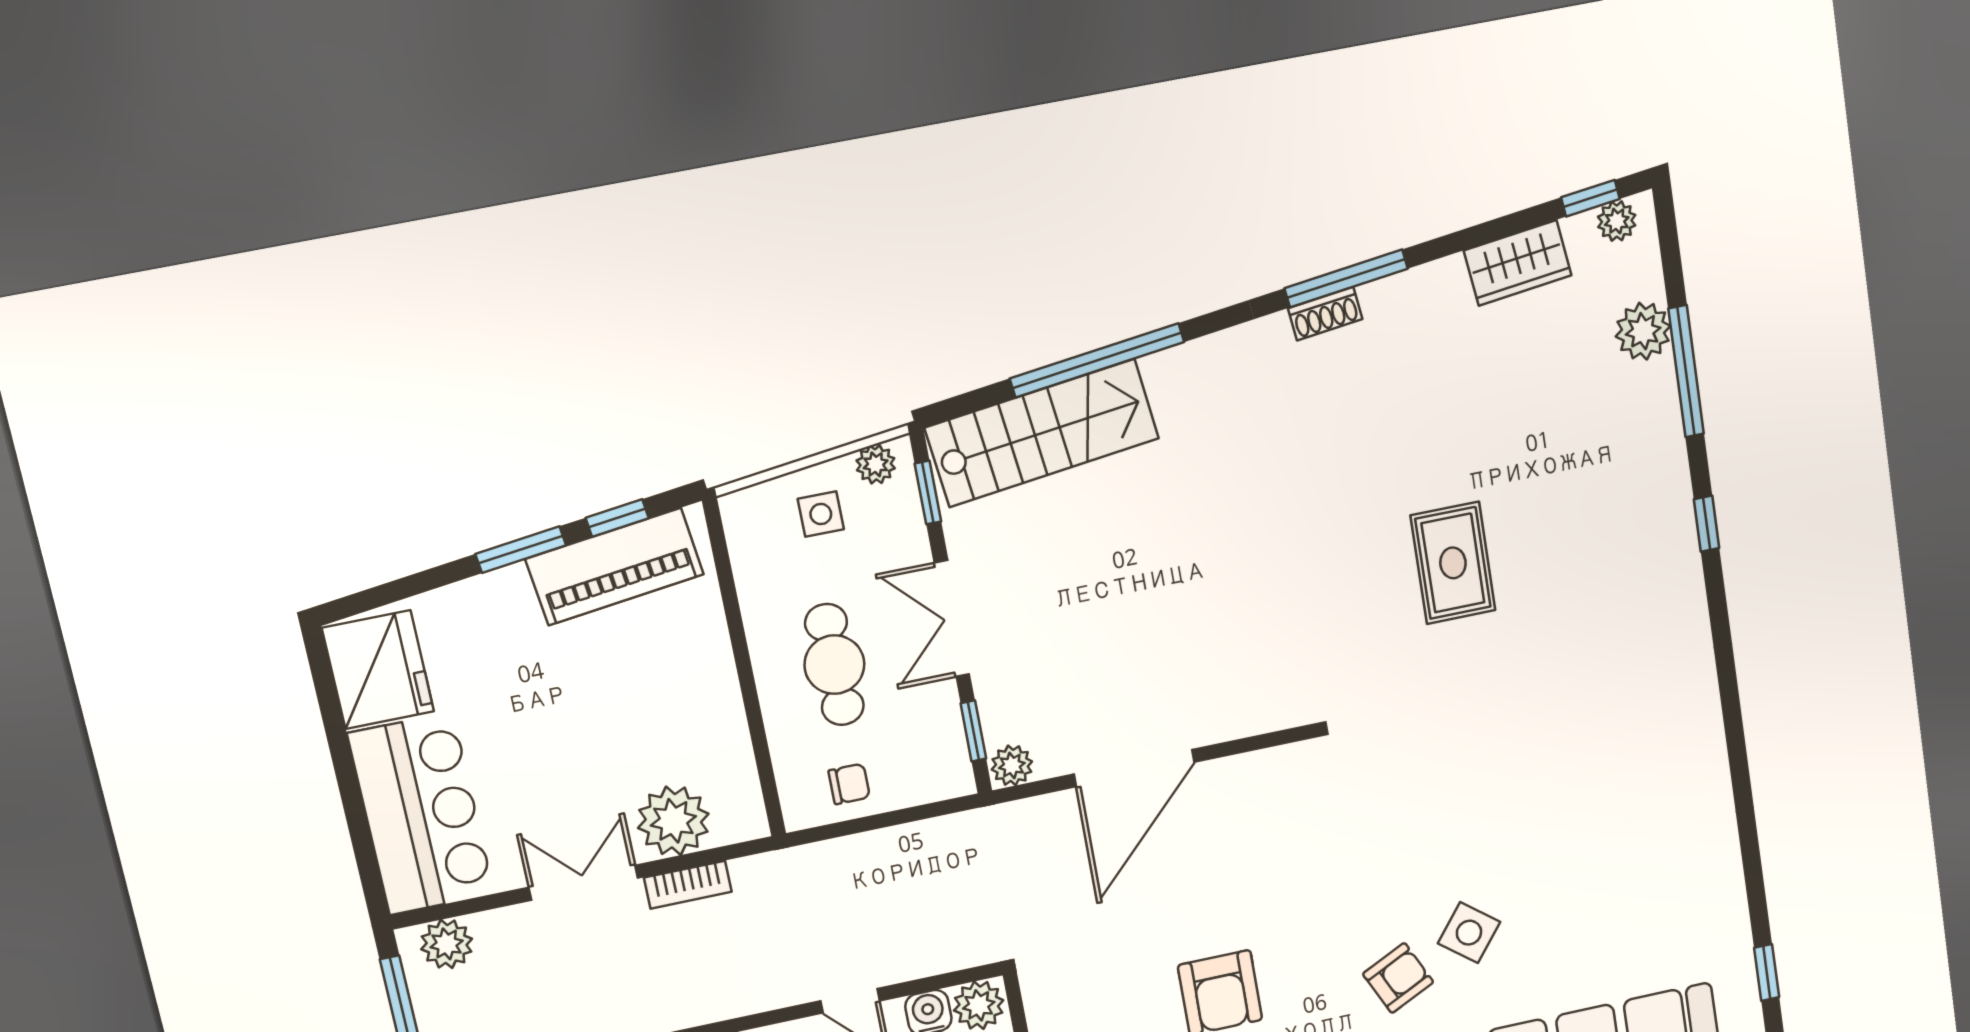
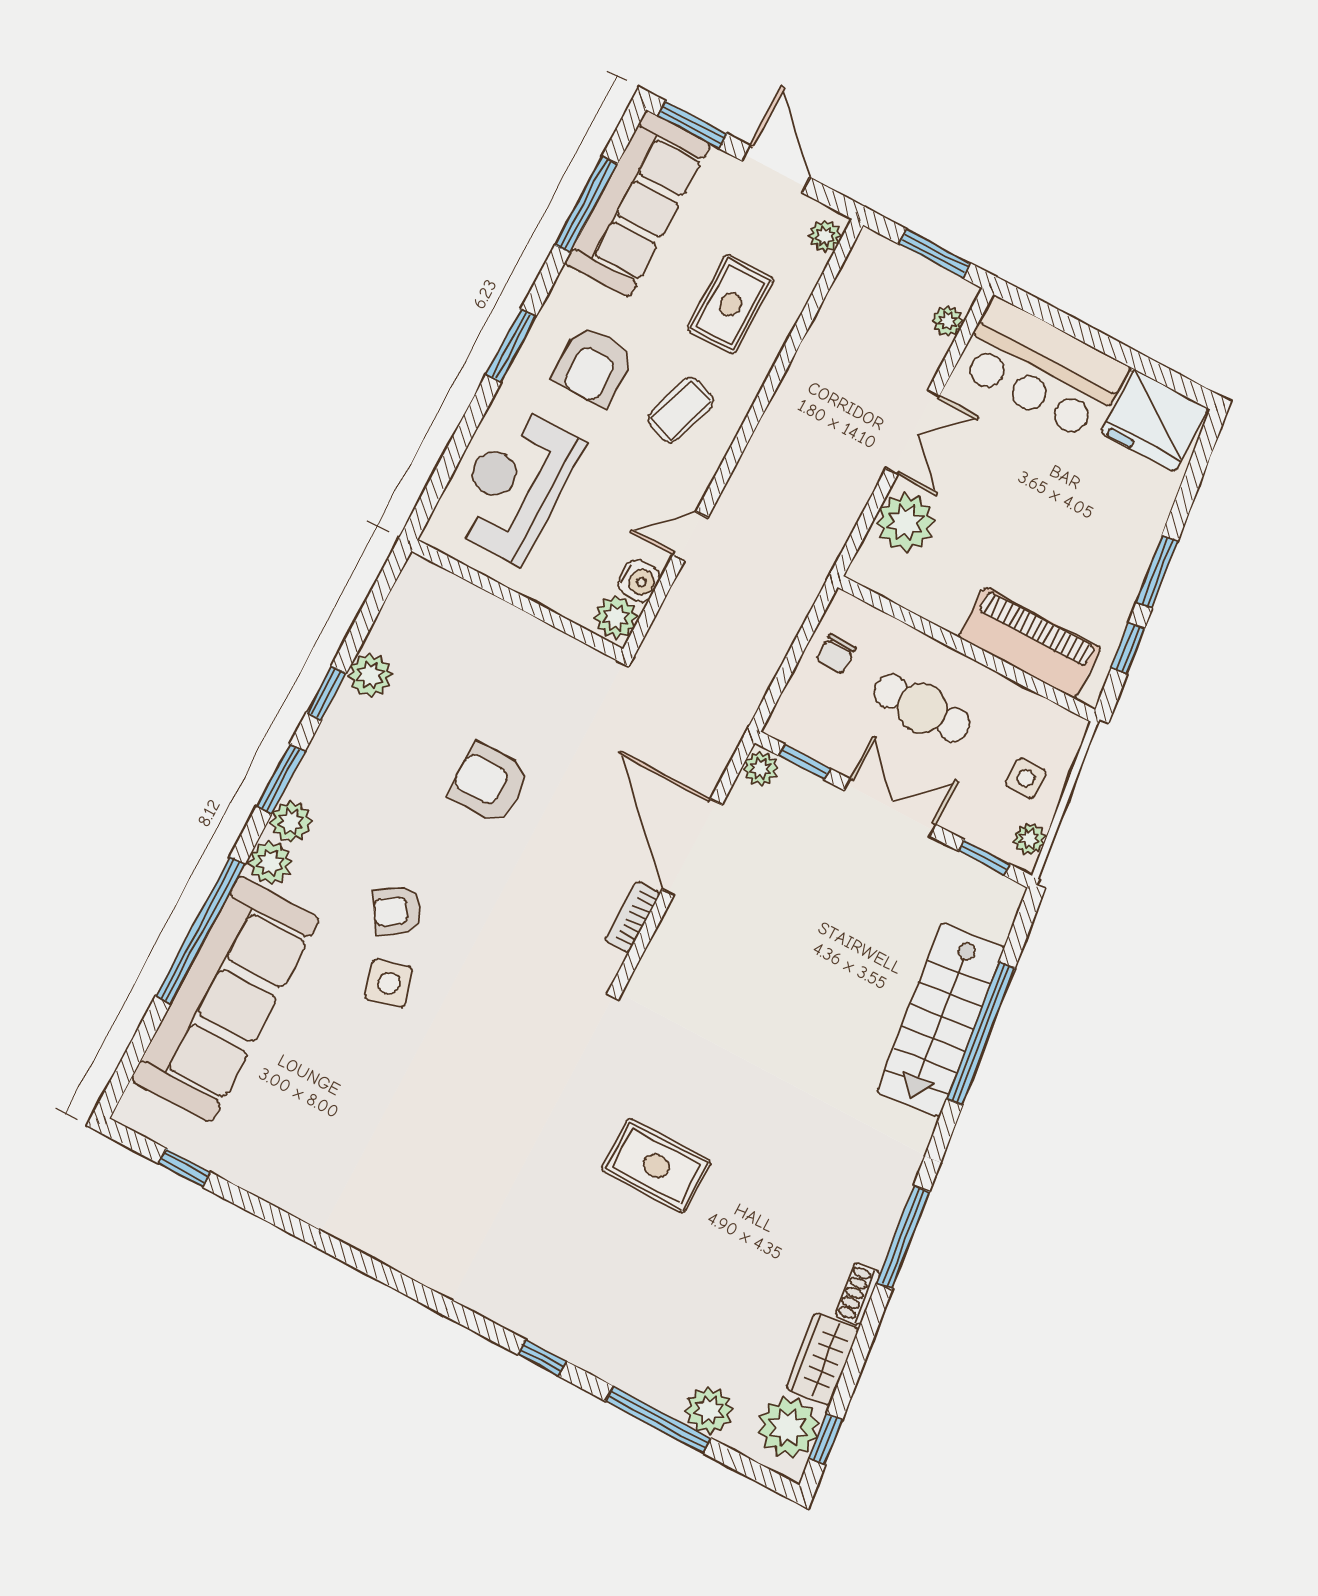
plant: (1617, 221) -> (788, 1427), width x1.87, depth x1.87
shoe rack: (1325, 314) -> (858, 1294), moved
stairs: (1042, 433) -> (941, 1020), moved
piano: (615, 567) -> (1030, 643), moved, turned 97
bookcase: (688, 885) -> (633, 917), moved
side table: (1469, 933) -> (389, 983), turned 37
plant: (447, 944) -> (947, 321), width x0.73, depth x0.73
armchair: (1398, 978) -> (397, 911), turned 82

